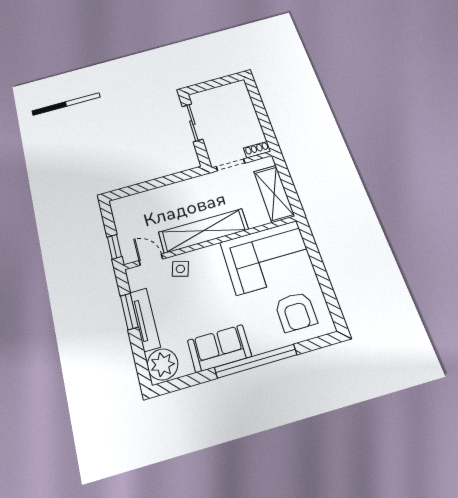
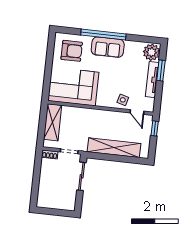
sliding door: (192, 123) -> (82, 176), moved
shelving: (203, 231) -> (114, 148), moved
window: (129, 311) -> (161, 71), moved
armchair: (296, 312) -> (72, 51), turned 90
sofa: (219, 348) -> (108, 47), moved

